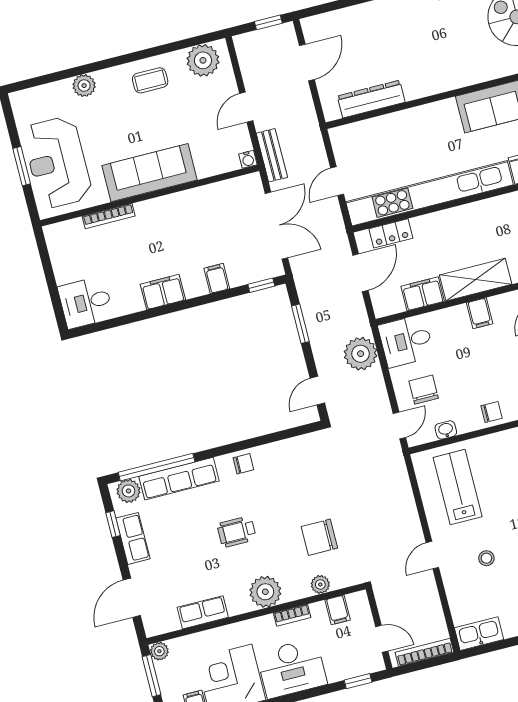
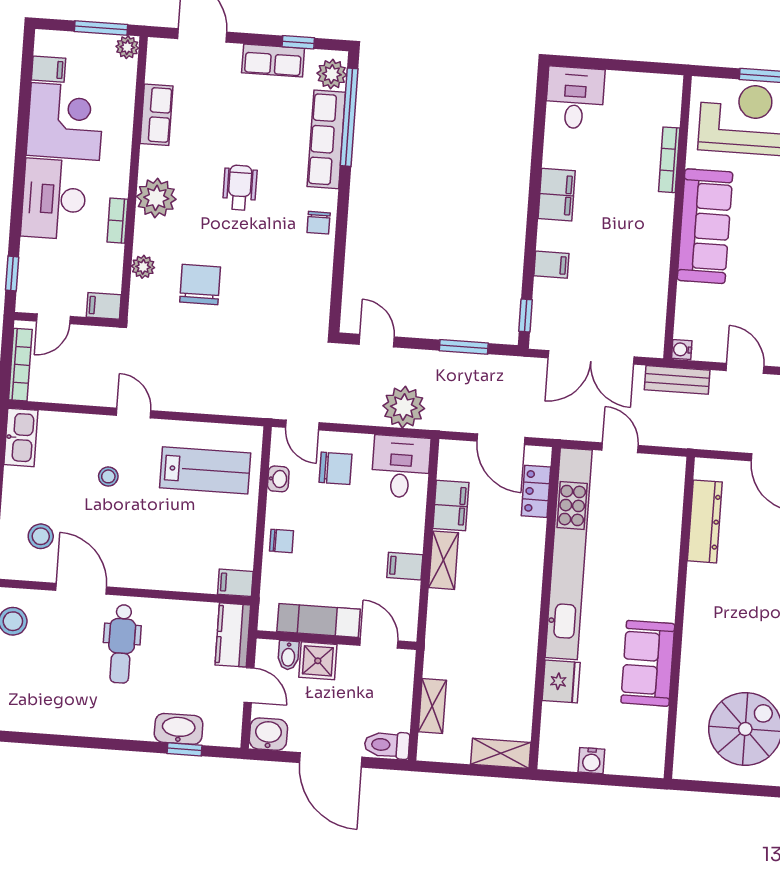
shelving: (476, 280) -> (444, 560), width x0.67, depth x0.75
chair: (492, 412) -> (282, 541), turned -90
filing cabinet: (338, 610) -> (104, 306), moved

